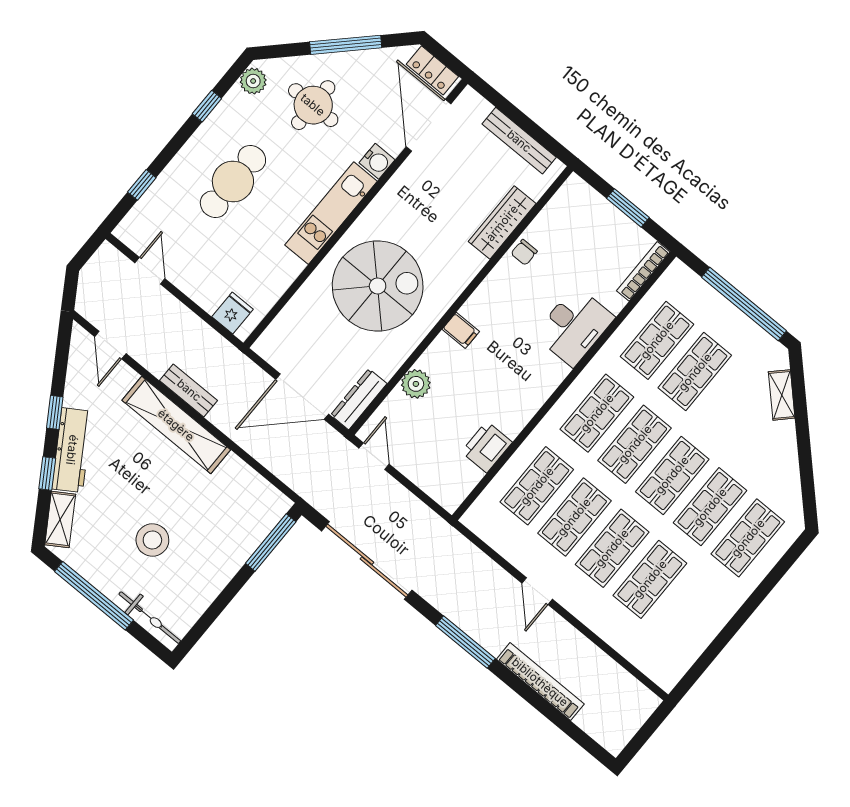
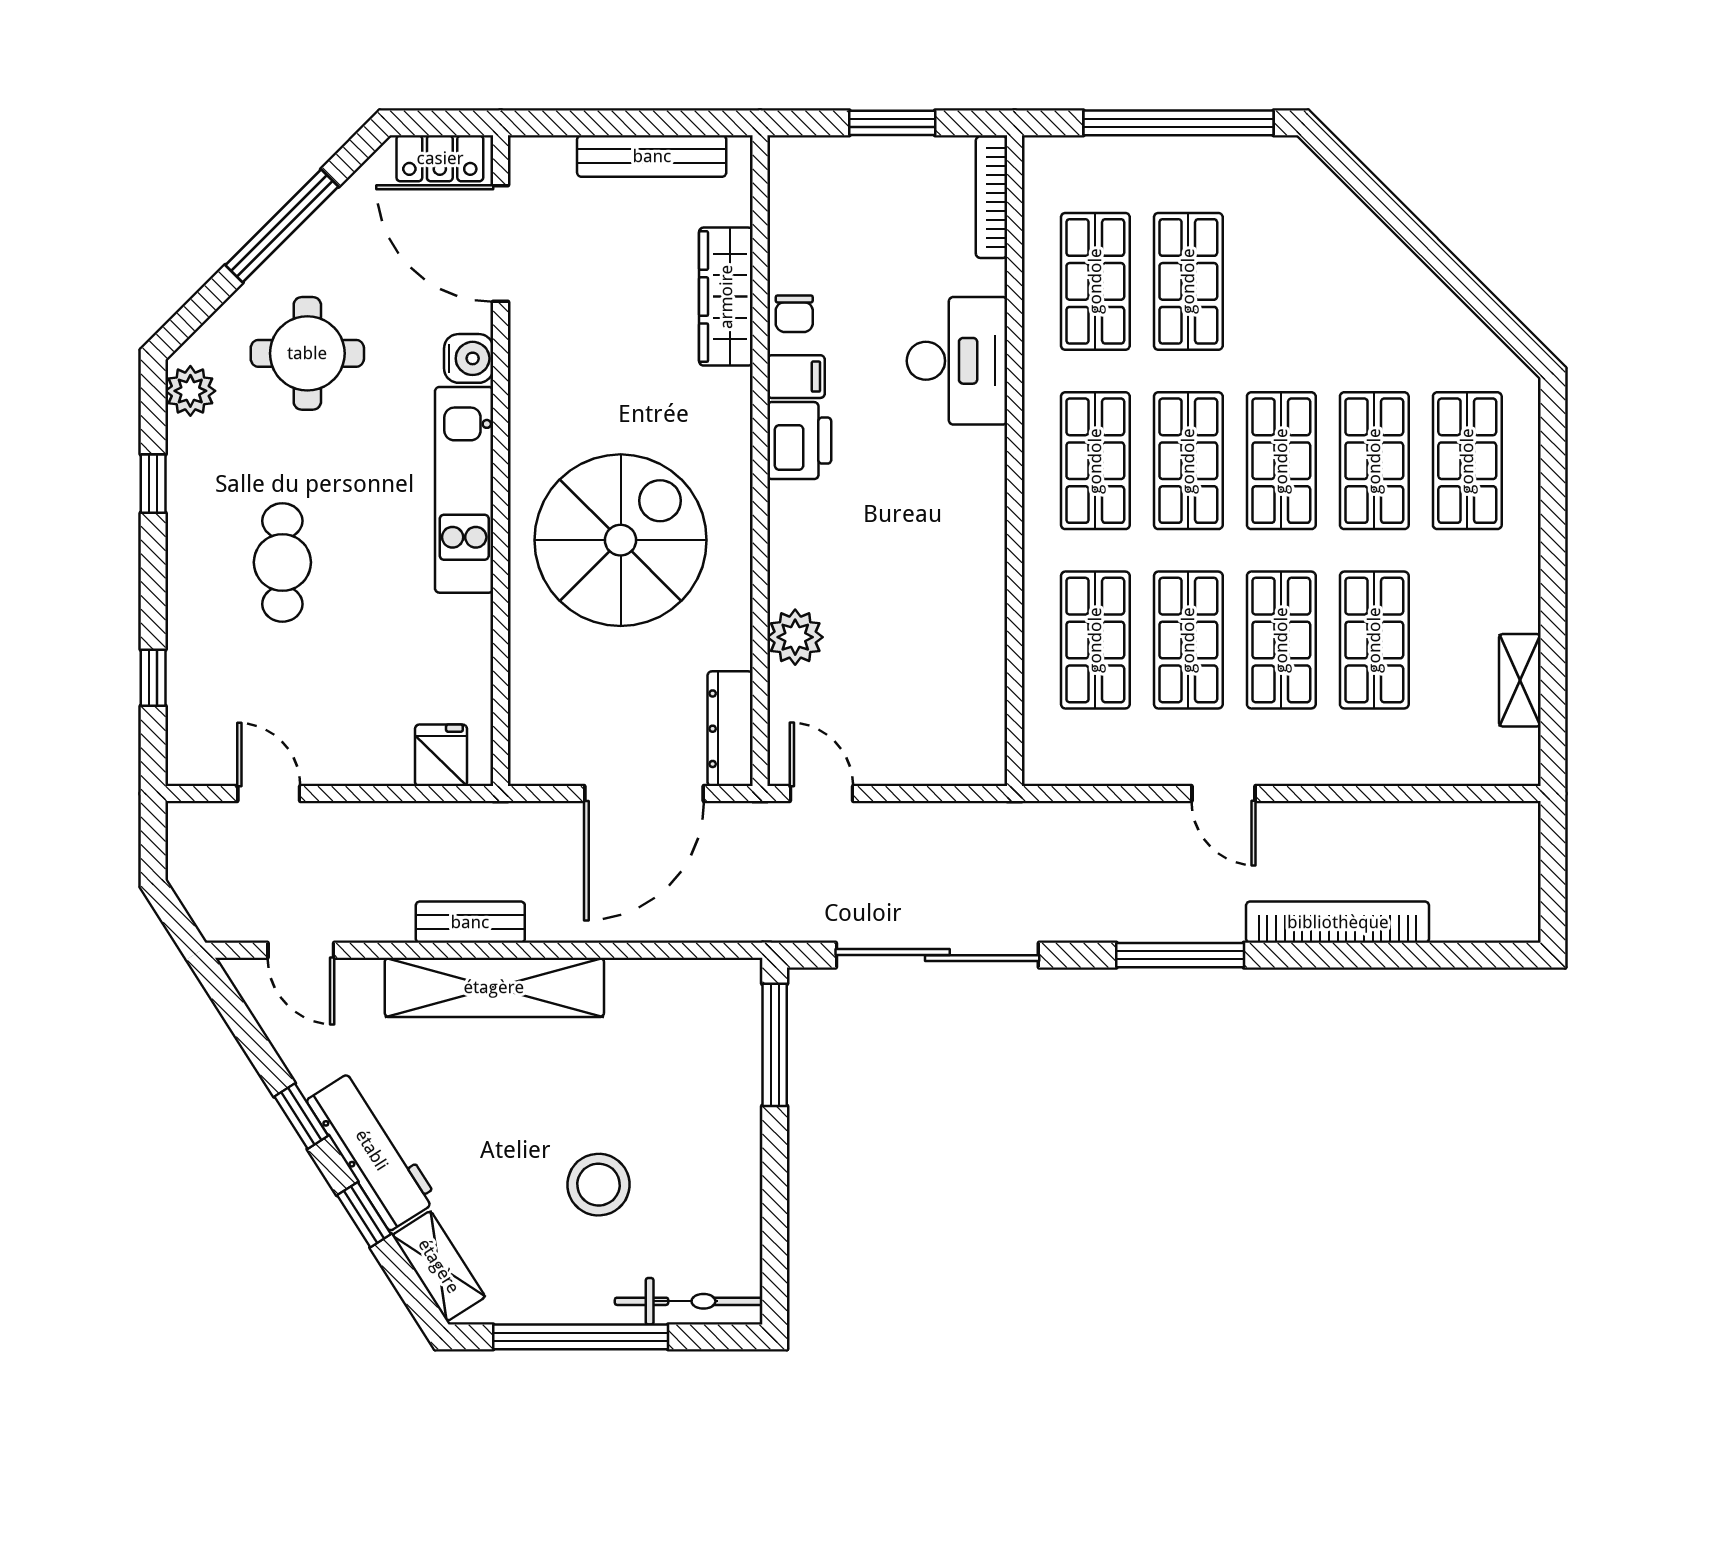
cafe table: (233, 182) -> (282, 562), width x0.73, depth x0.74
filing cabinet: (461, 330) -> (796, 377), moved
shelving: (782, 395) -> (1520, 680), moved, turned 45
printer: (487, 447) -> (799, 441), moved, turned 180

